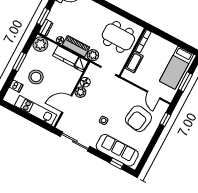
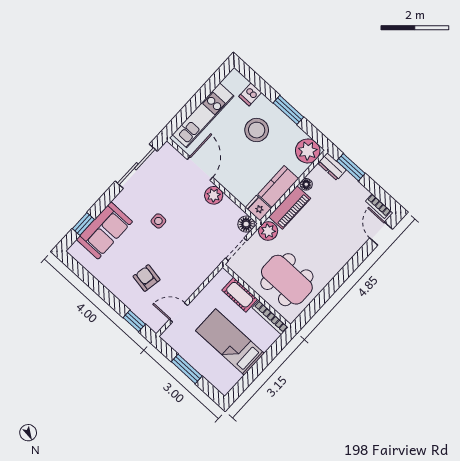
dining table: (118, 37) -> (287, 280), turned 90
bed: (176, 68) -> (230, 342), moved
floor lamp: (85, 82) -> (246, 224), moved
armchair: (138, 119) -> (147, 278), width x0.53, depth x0.53
sofa: (117, 150) -> (104, 231), width x0.73

